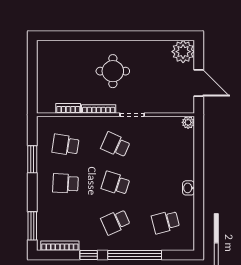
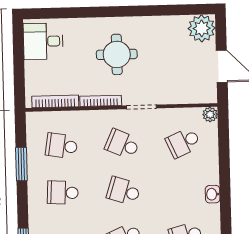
desk: (53, 59) -> (43, 41), added
bookcase: (68, 108) -> (55, 101), width x1.56
school desk: (165, 145) -> (183, 143), added

